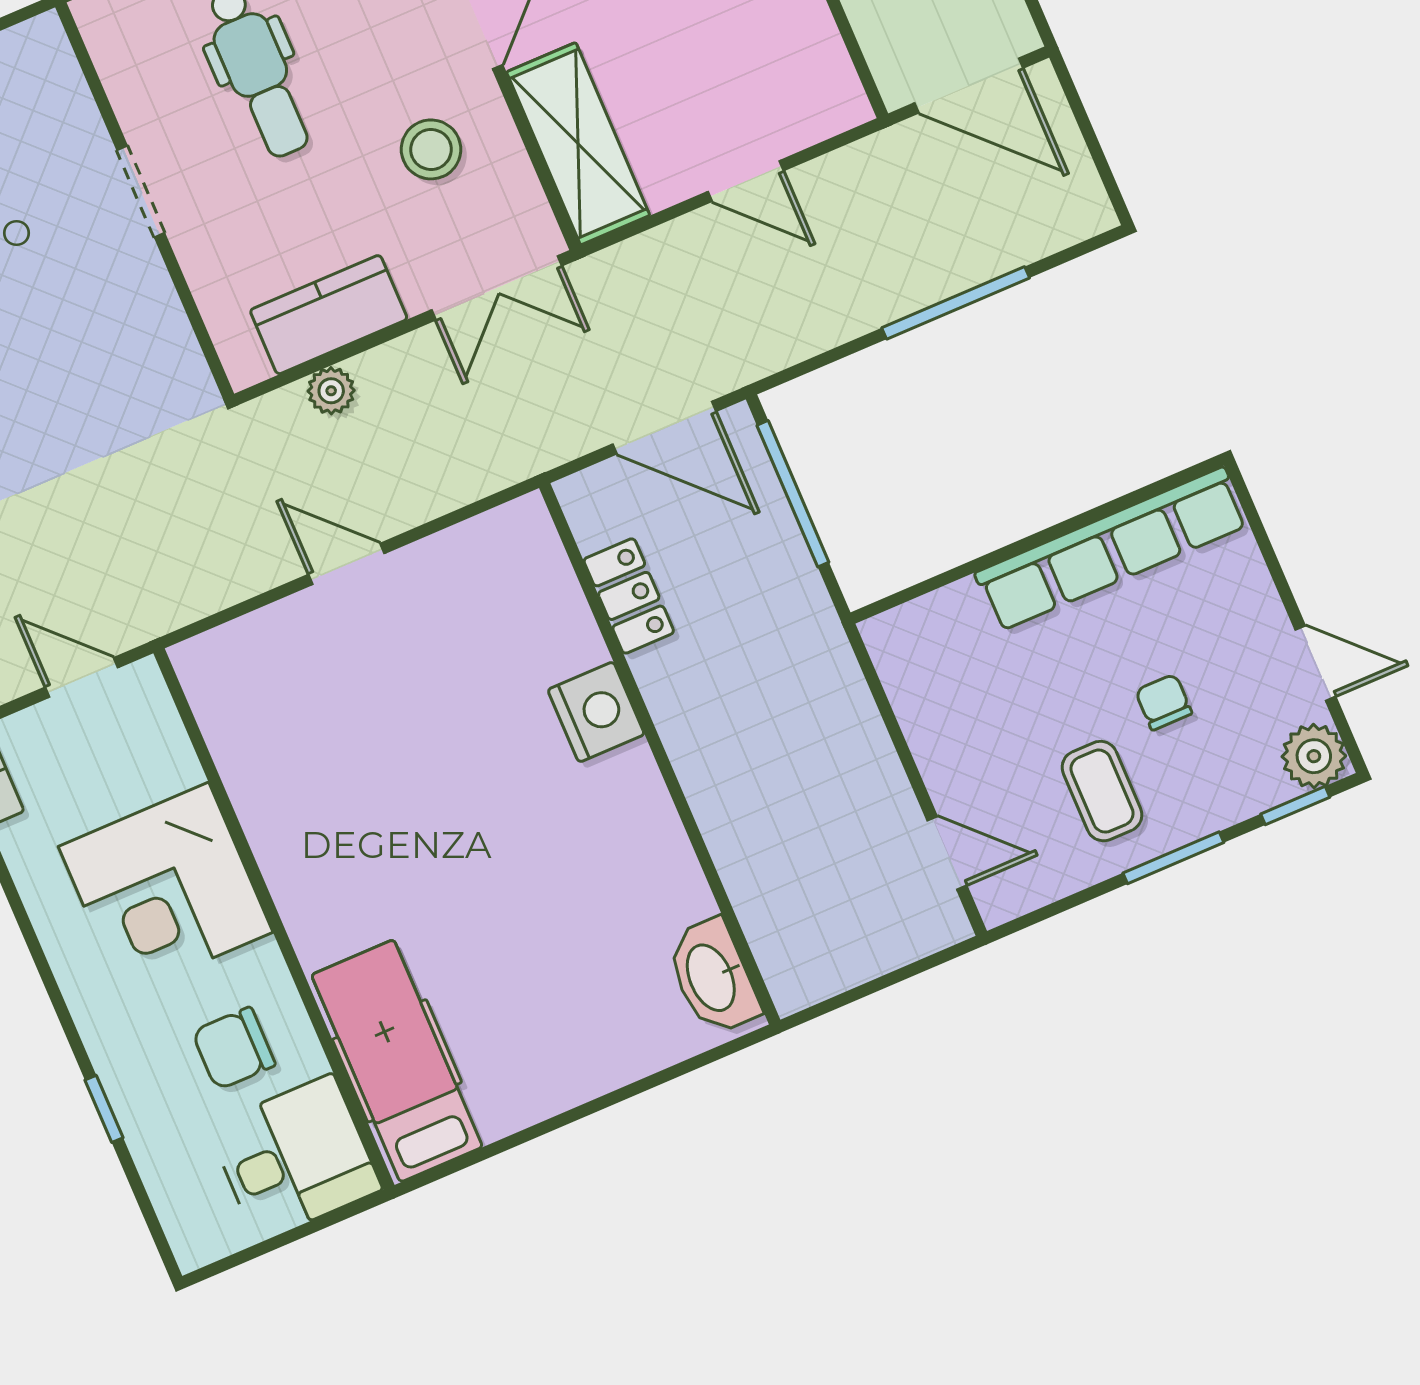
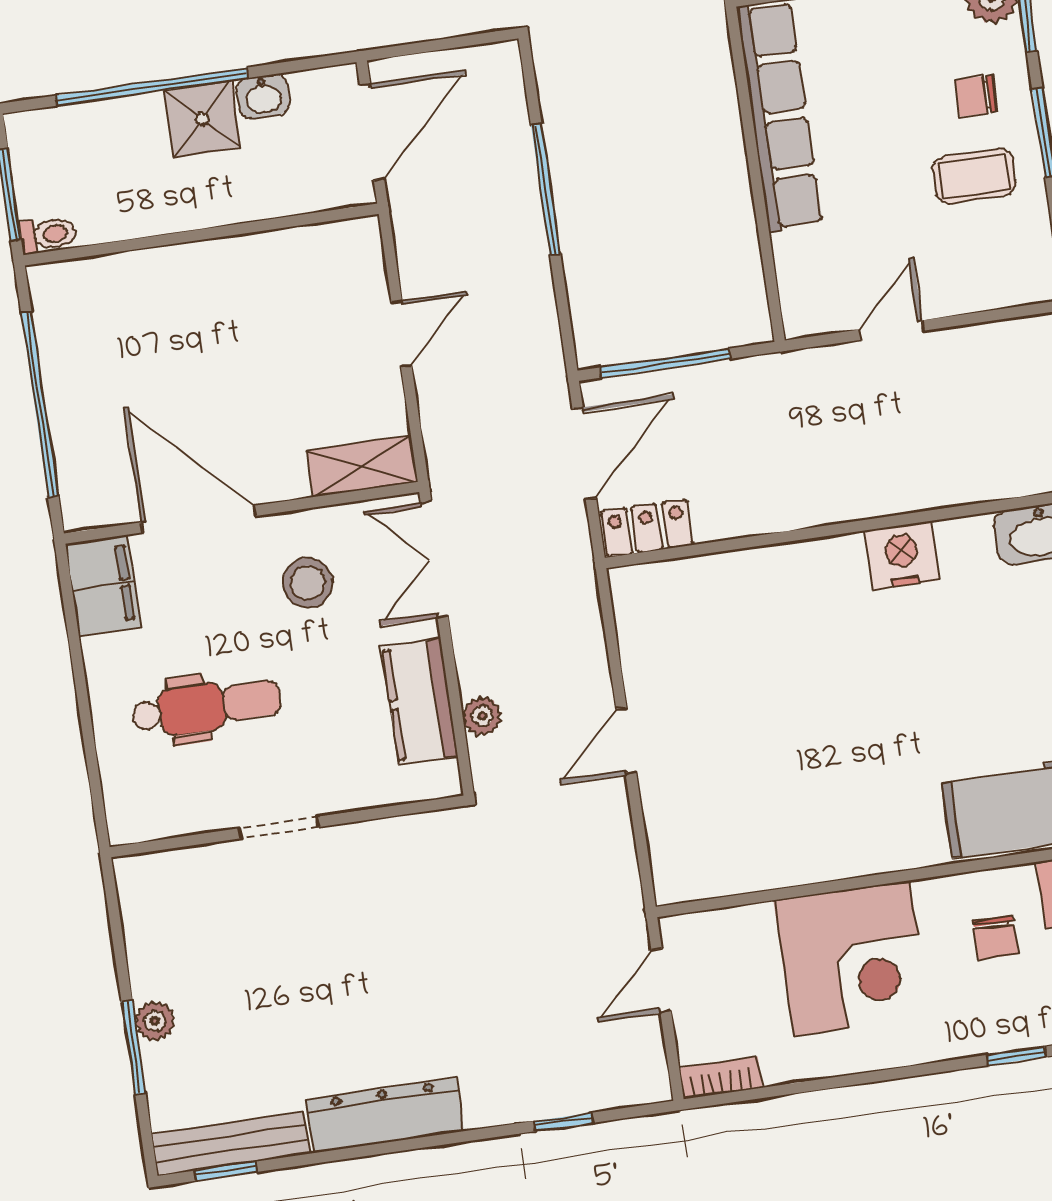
shelving: (578, 144) -> (362, 466), width x0.67, depth x0.75
double door: (497, 288) -> (434, 559), swing flipped
locker: (629, 596) -> (647, 528), moved
chair: (1164, 702) -> (976, 96), moved
nightstand: (596, 712) -> (902, 555), moved
door: (947, 853) -> (891, 330), moved
chair: (234, 1048) -> (995, 937), width x0.73, depth x0.73

